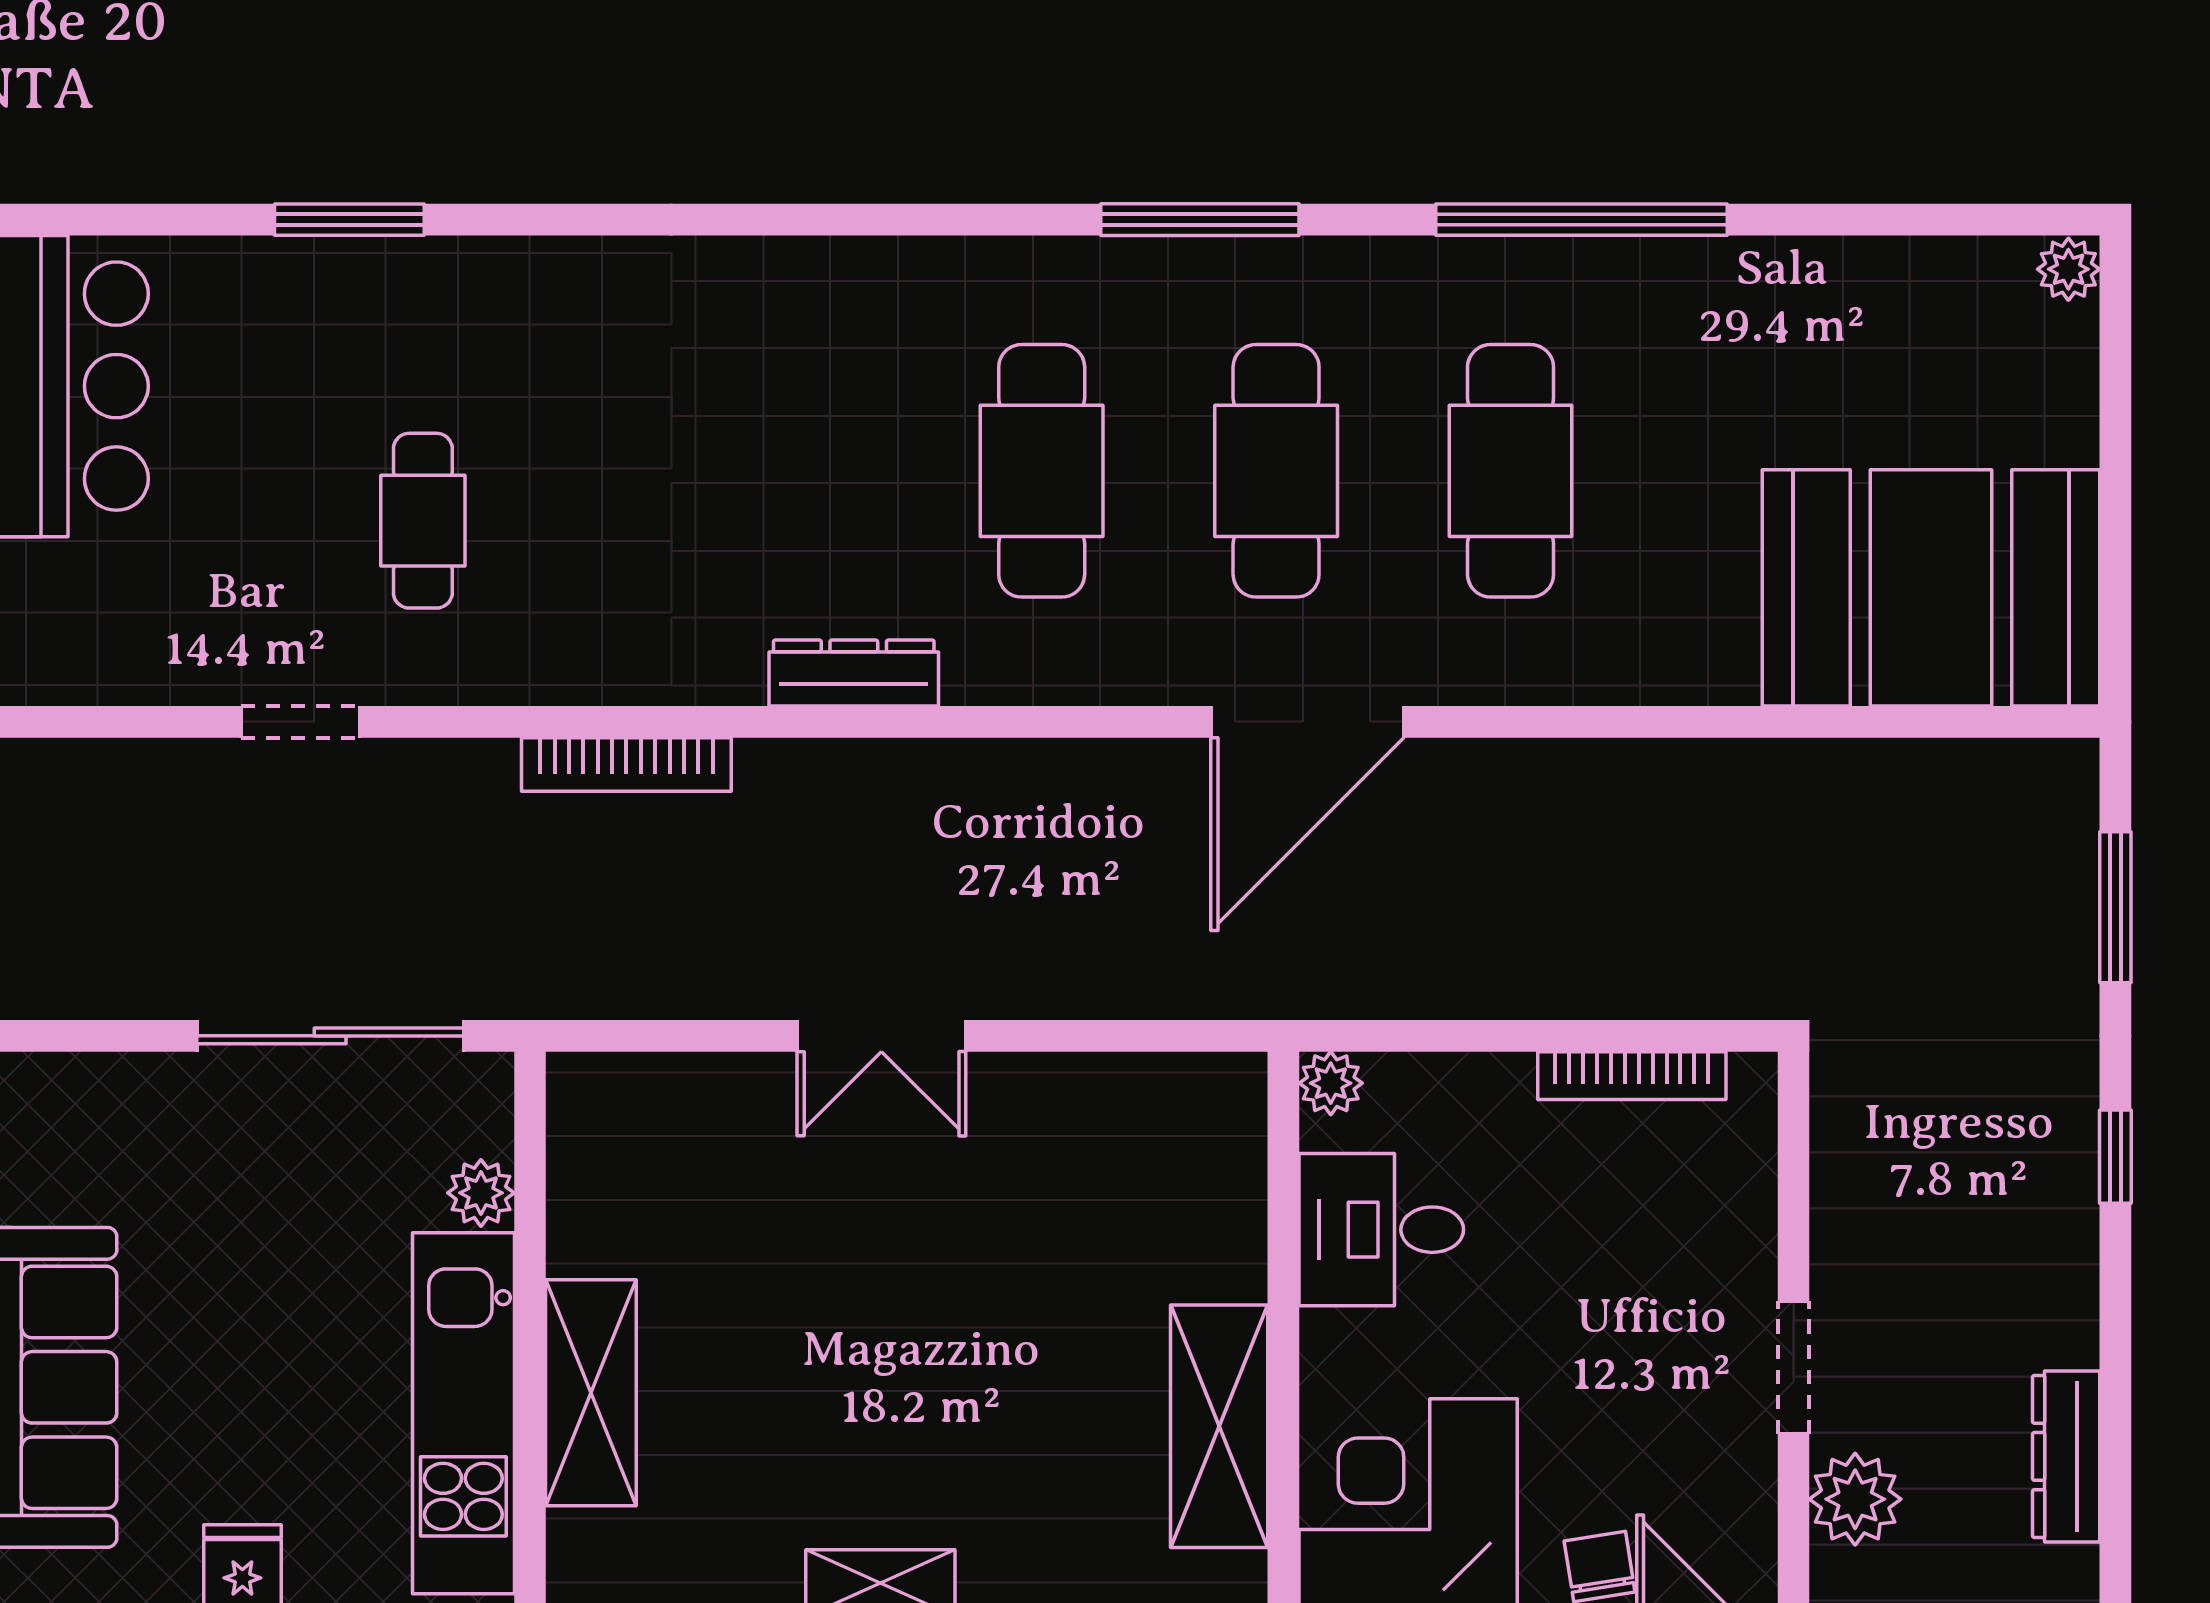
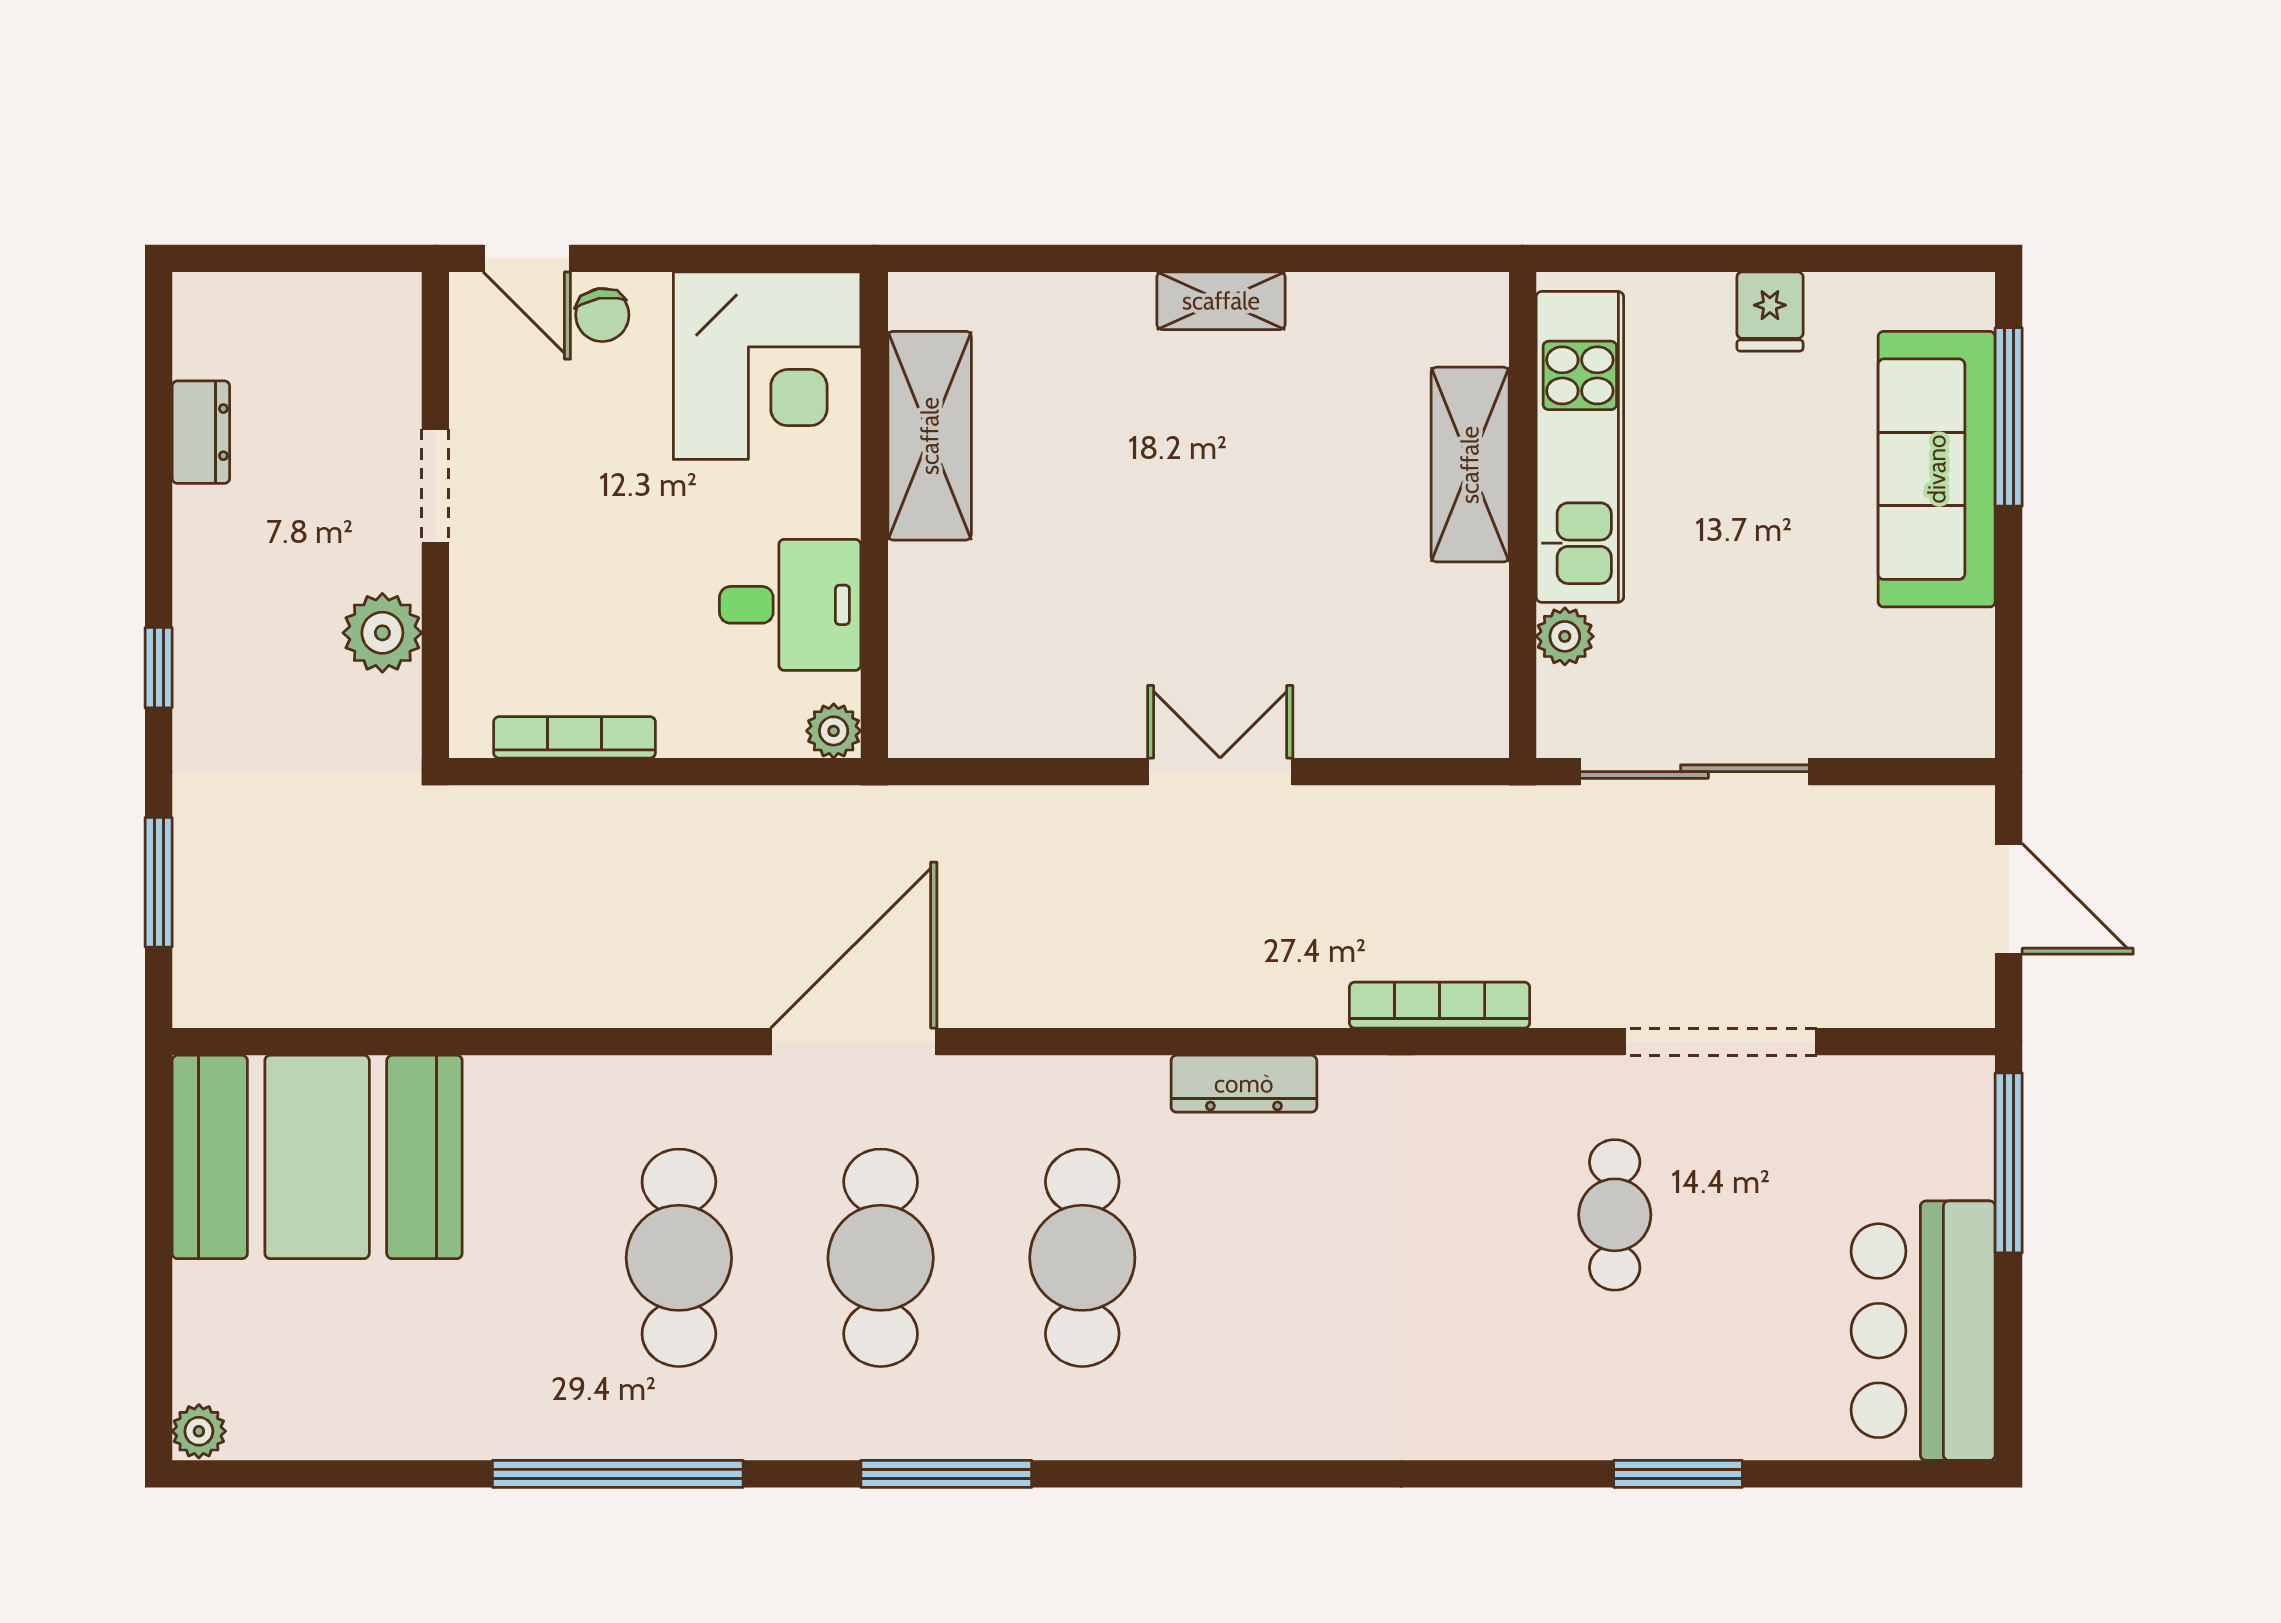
doorway: (300, 722) -> (1720, 1042), width x1.87
dresser: (2066, 1456) -> (201, 432), width x0.70
plant: (1855, 1499) -> (382, 633), moved

